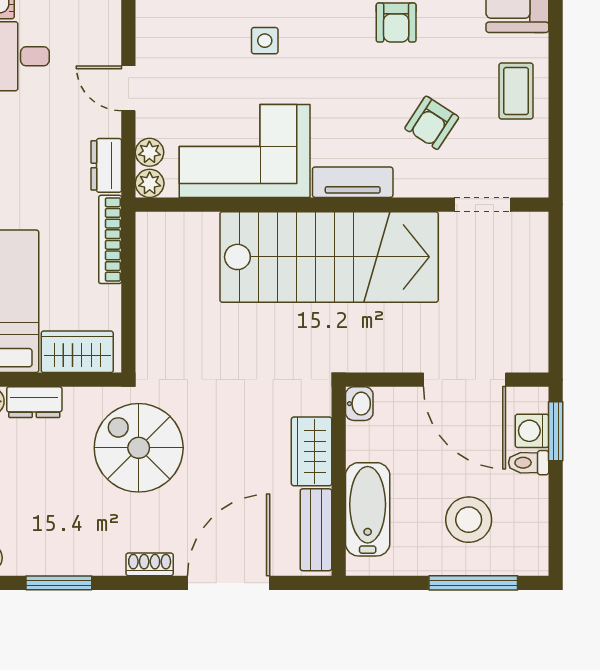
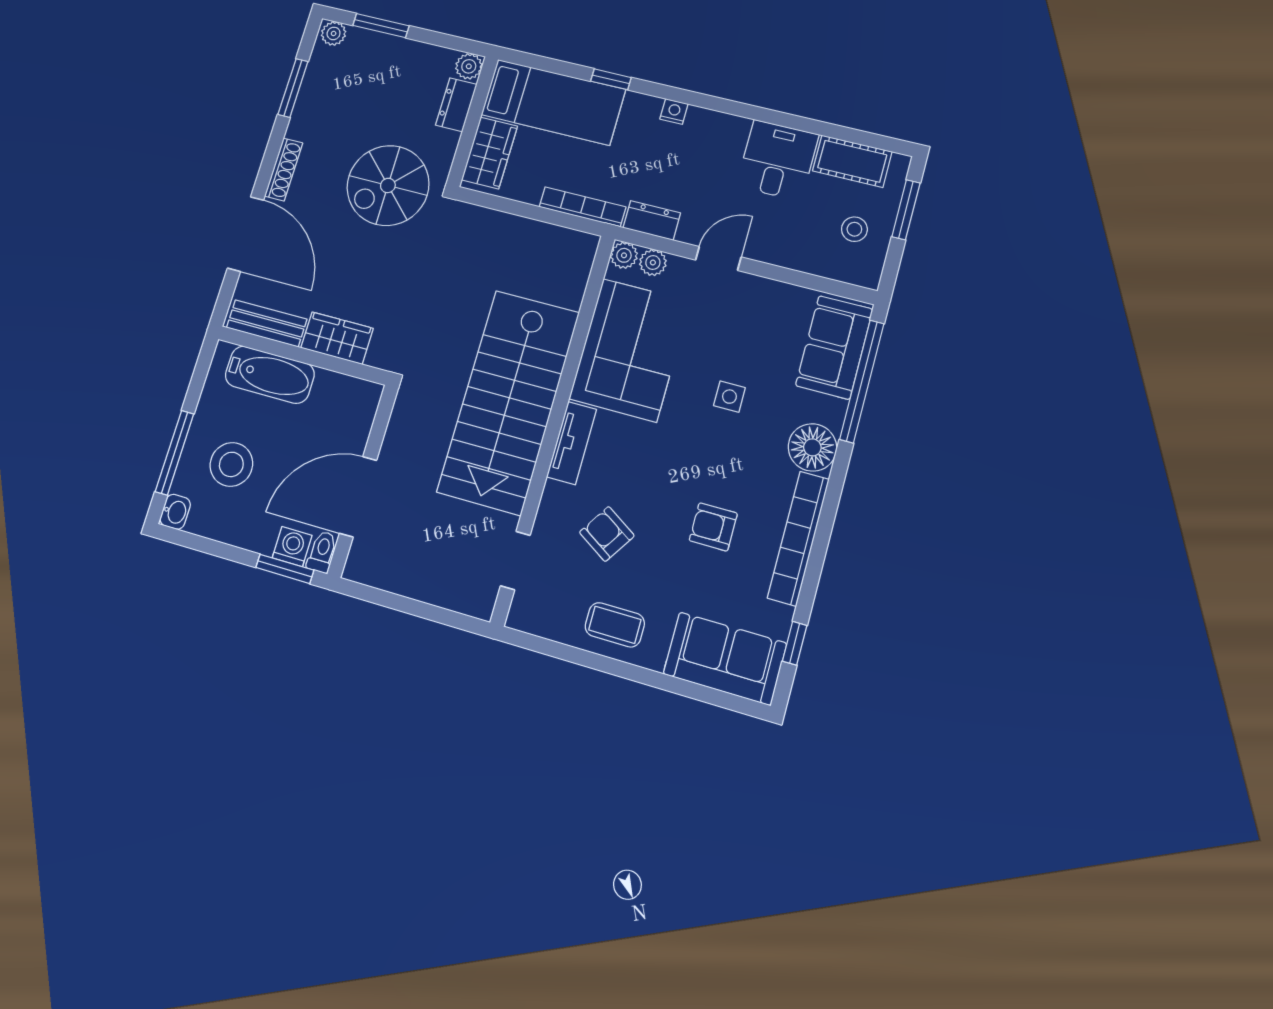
washbasin: (359, 404) -> (175, 512), moved, turned -90
spiral stairs: (139, 448) -> (388, 185), turned 180
toilet: (529, 463) -> (322, 552), moved
shoe rack: (150, 564) -> (284, 169), width x1.43

